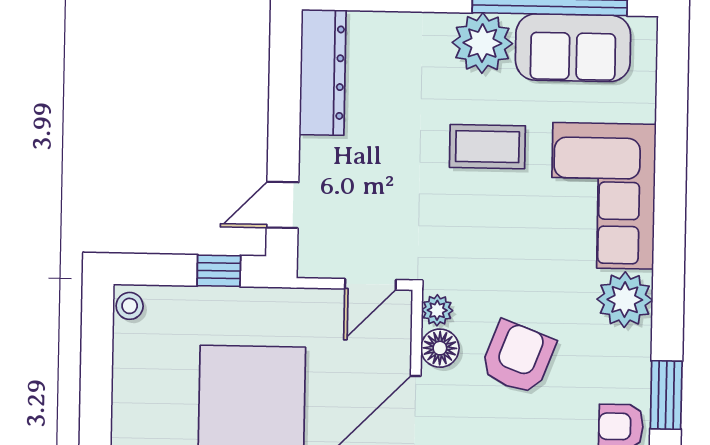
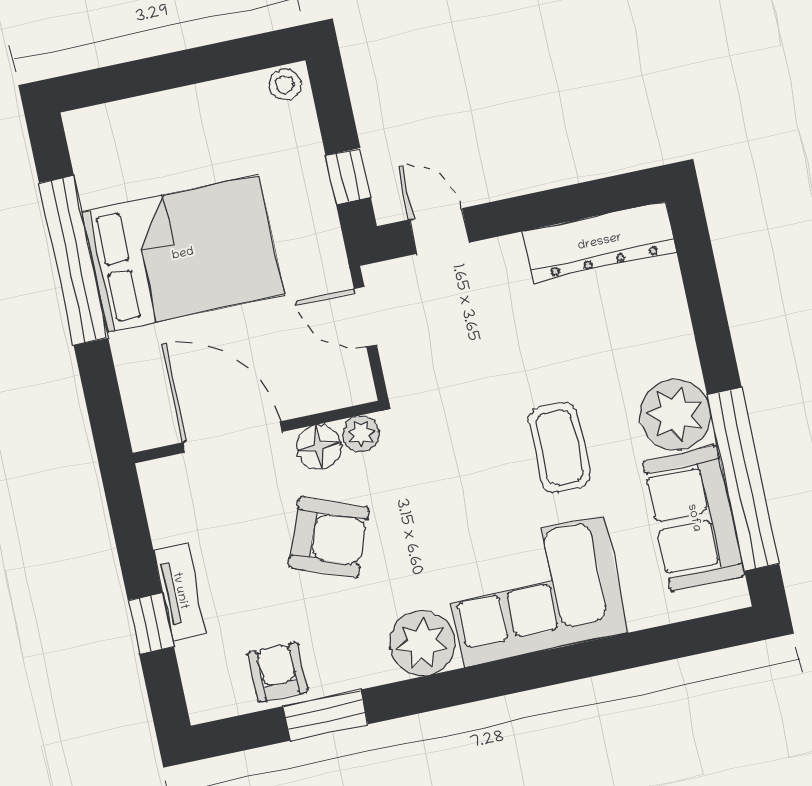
door: (370, 284) -> (365, 317), moved

